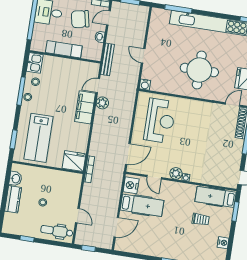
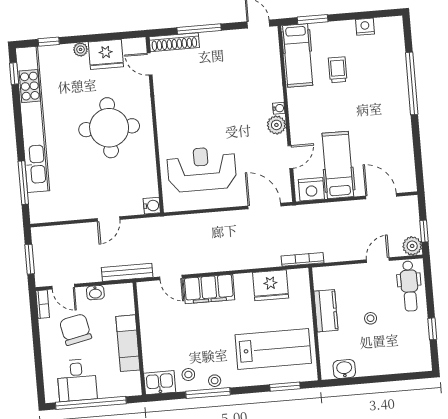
chair: (80, 19) -> (75, 329), turned 180
plant: (102, 103) -> (412, 246), moved
fridge: (74, 161) -> (271, 285), moved, turned -90
kitchen counter: (13, 199) -> (326, 311), moved, turned 90

